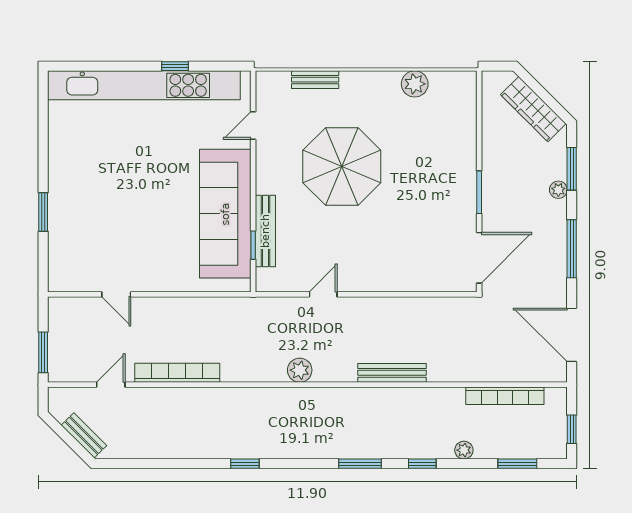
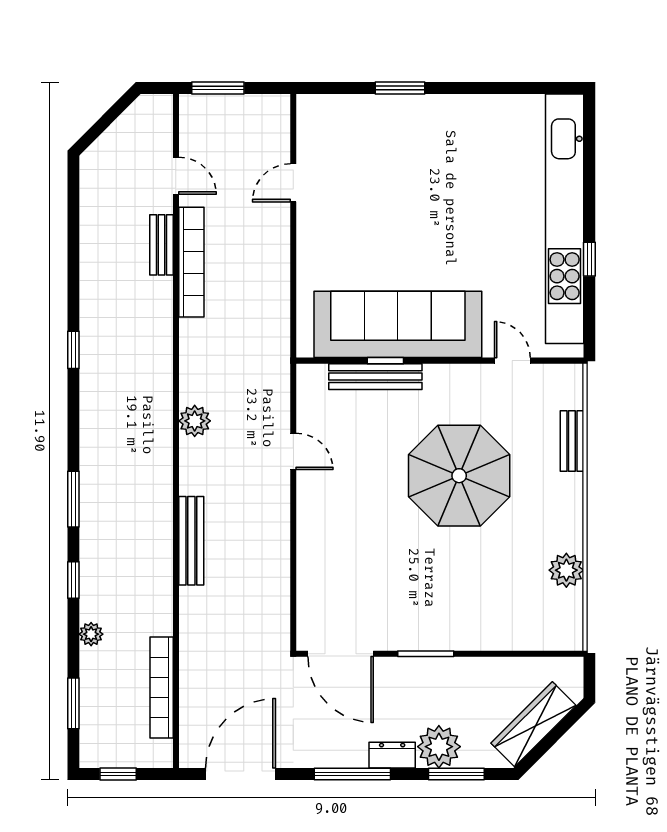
plant: (558, 190) -> (439, 747), width x1.87, depth x1.87
dresser: (557, 218) -> (392, 755), added
window: (253, 245) -> (385, 361), moved
bench: (84, 435) -> (161, 245), moved, turned -45

